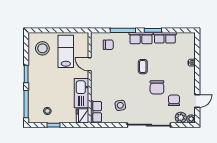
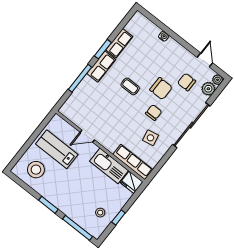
chair: (108, 45) -> (154, 113), moved
row of seats: (96, 112) -> (133, 162), width x1.48

